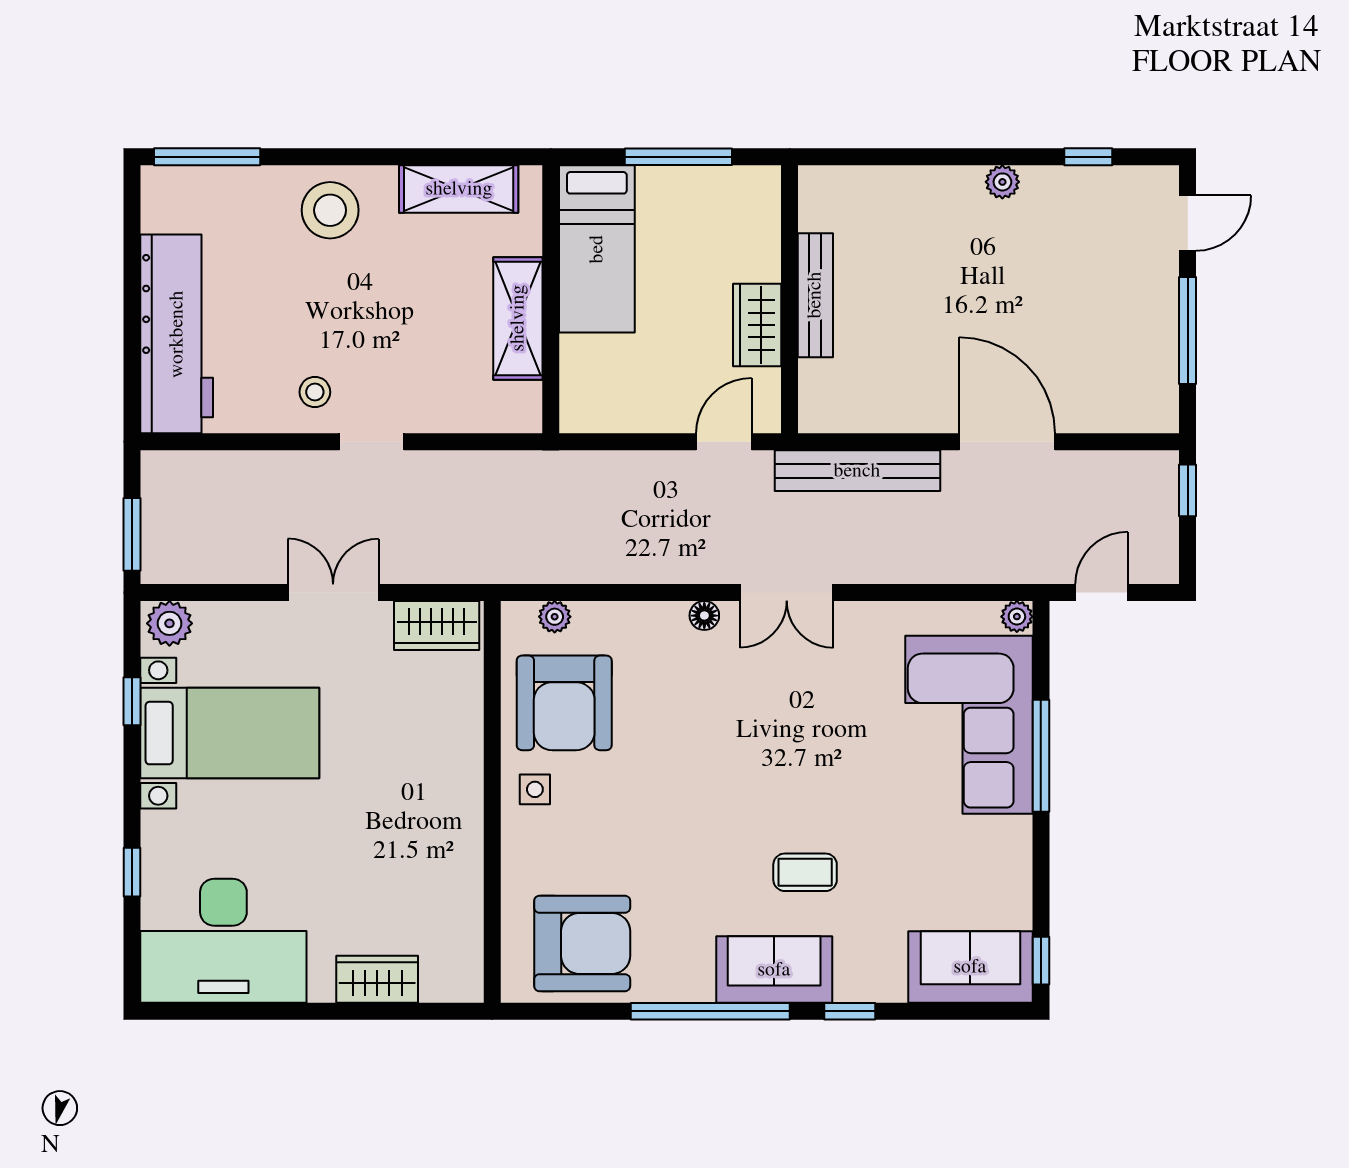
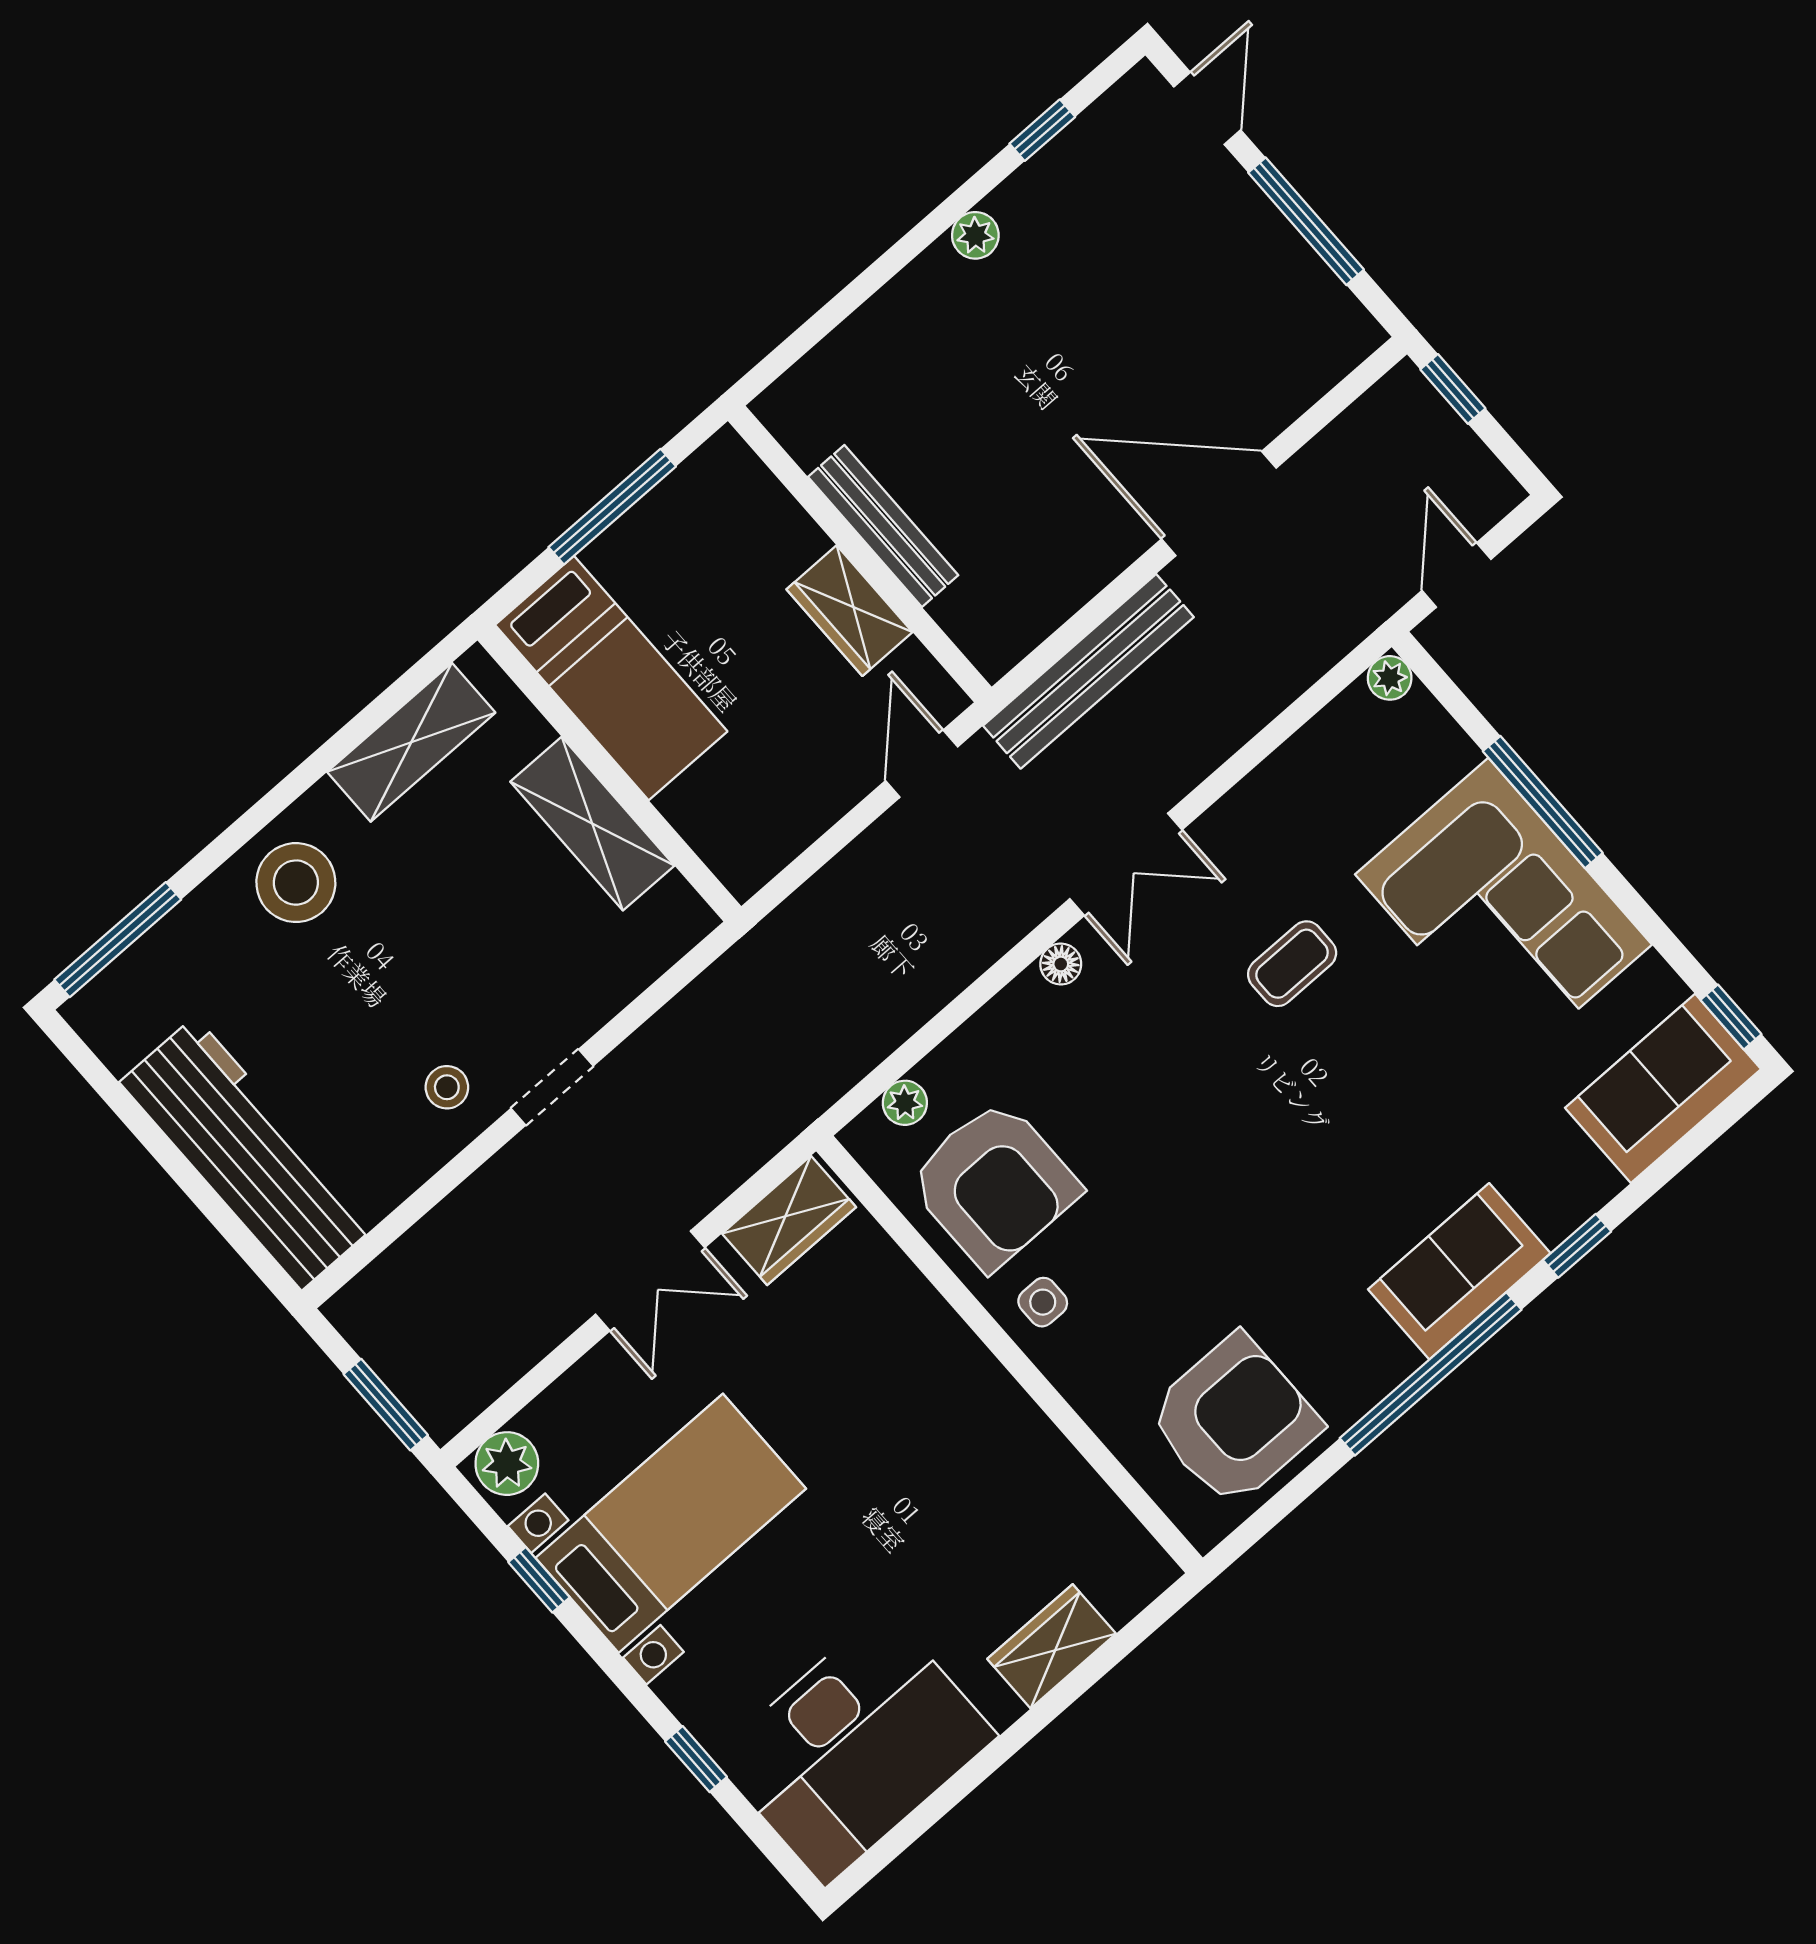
double door: (333, 592) -> (650, 1281), swing flipped
corner sofa: (969, 725) -> (1503, 909), moved
coffee table: (805, 872) -> (1292, 964), moved

